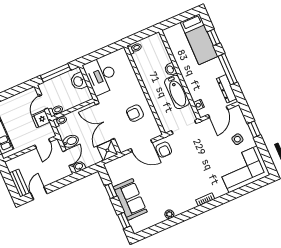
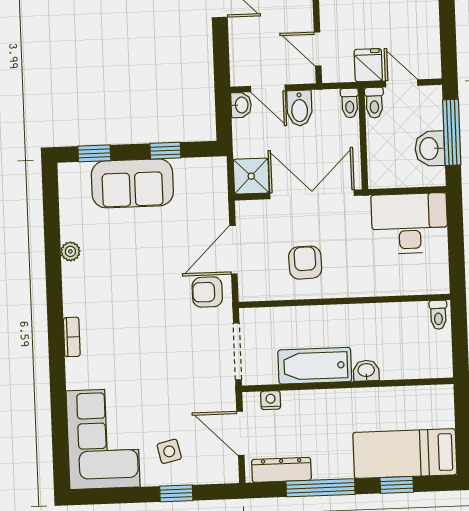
washbasin: (79, 81) -> (430, 149), moved, turned -90

